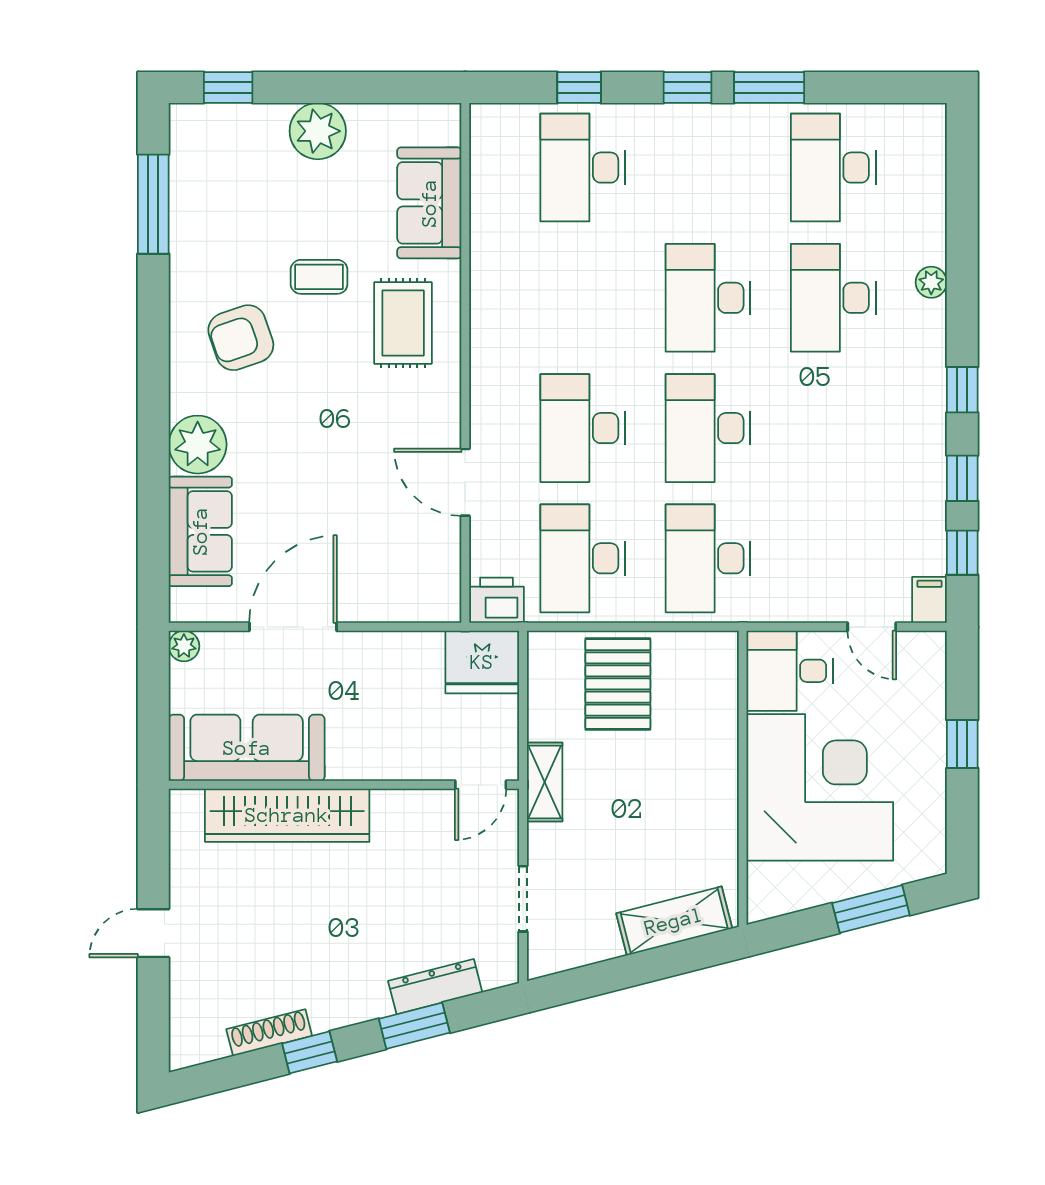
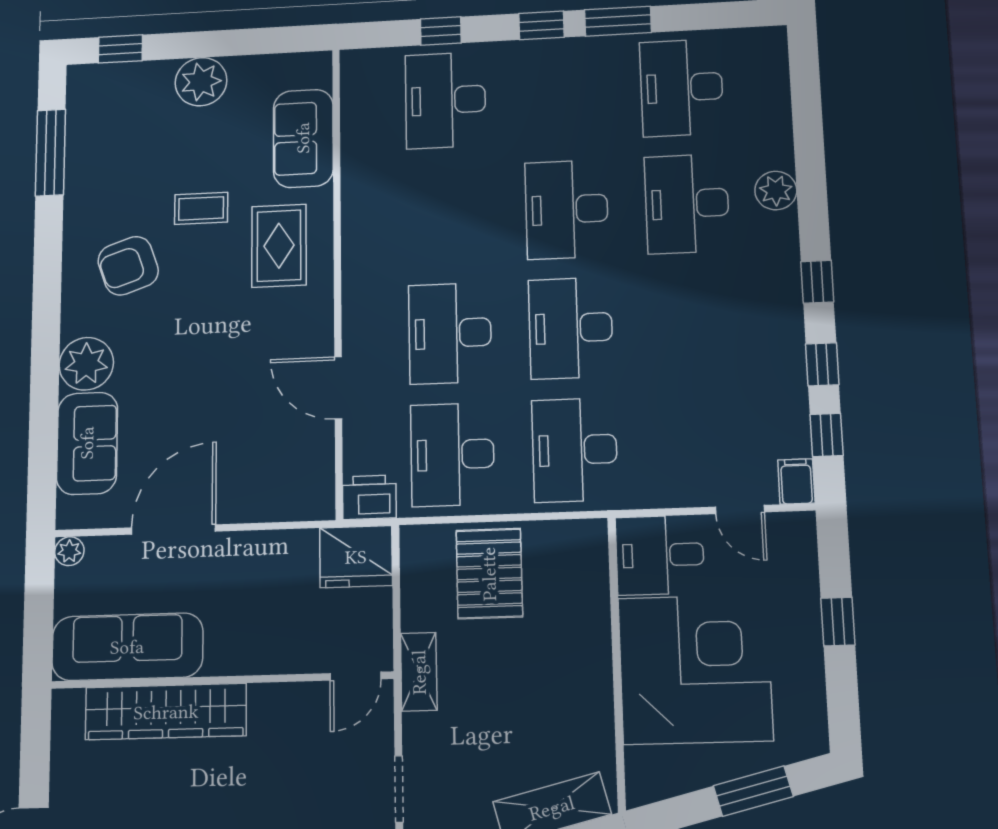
plant: (931, 282) -> (776, 191), width x1.38, depth x1.38

